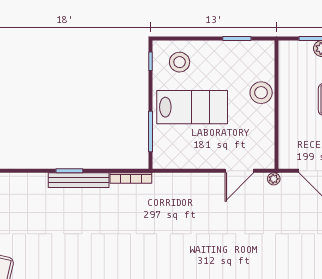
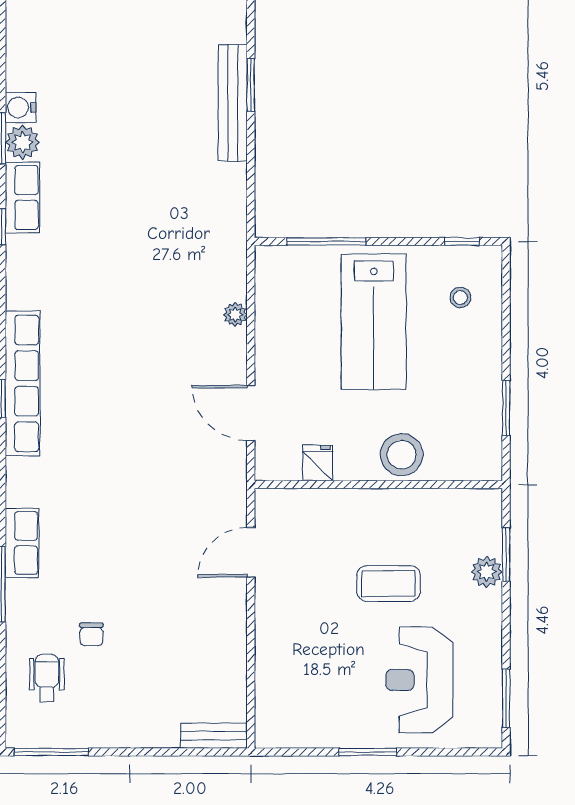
stool: (180, 62) -> (460, 297), width x0.53, depth x0.53
fridge: (265, 136) -> (318, 463), added
bookcase: (131, 178) -> (237, 204), removed
plant: (274, 179) -> (235, 315), moved

